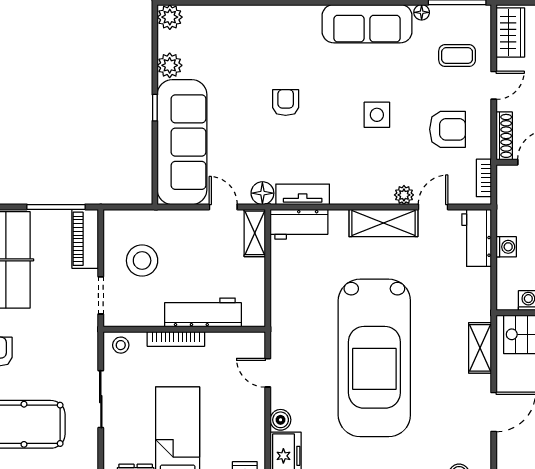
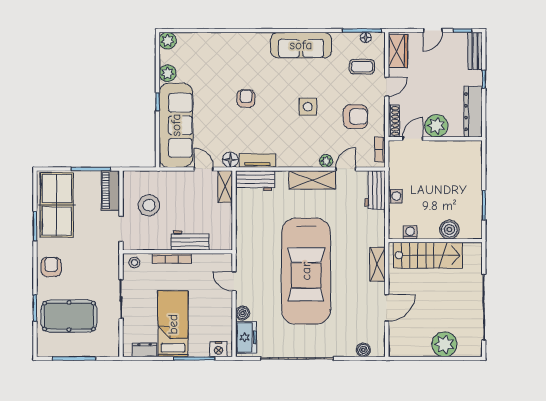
floor lamp: (422, 12) -> (366, 37), moved
workbench: (203, 312) -> (190, 240), width x0.73

